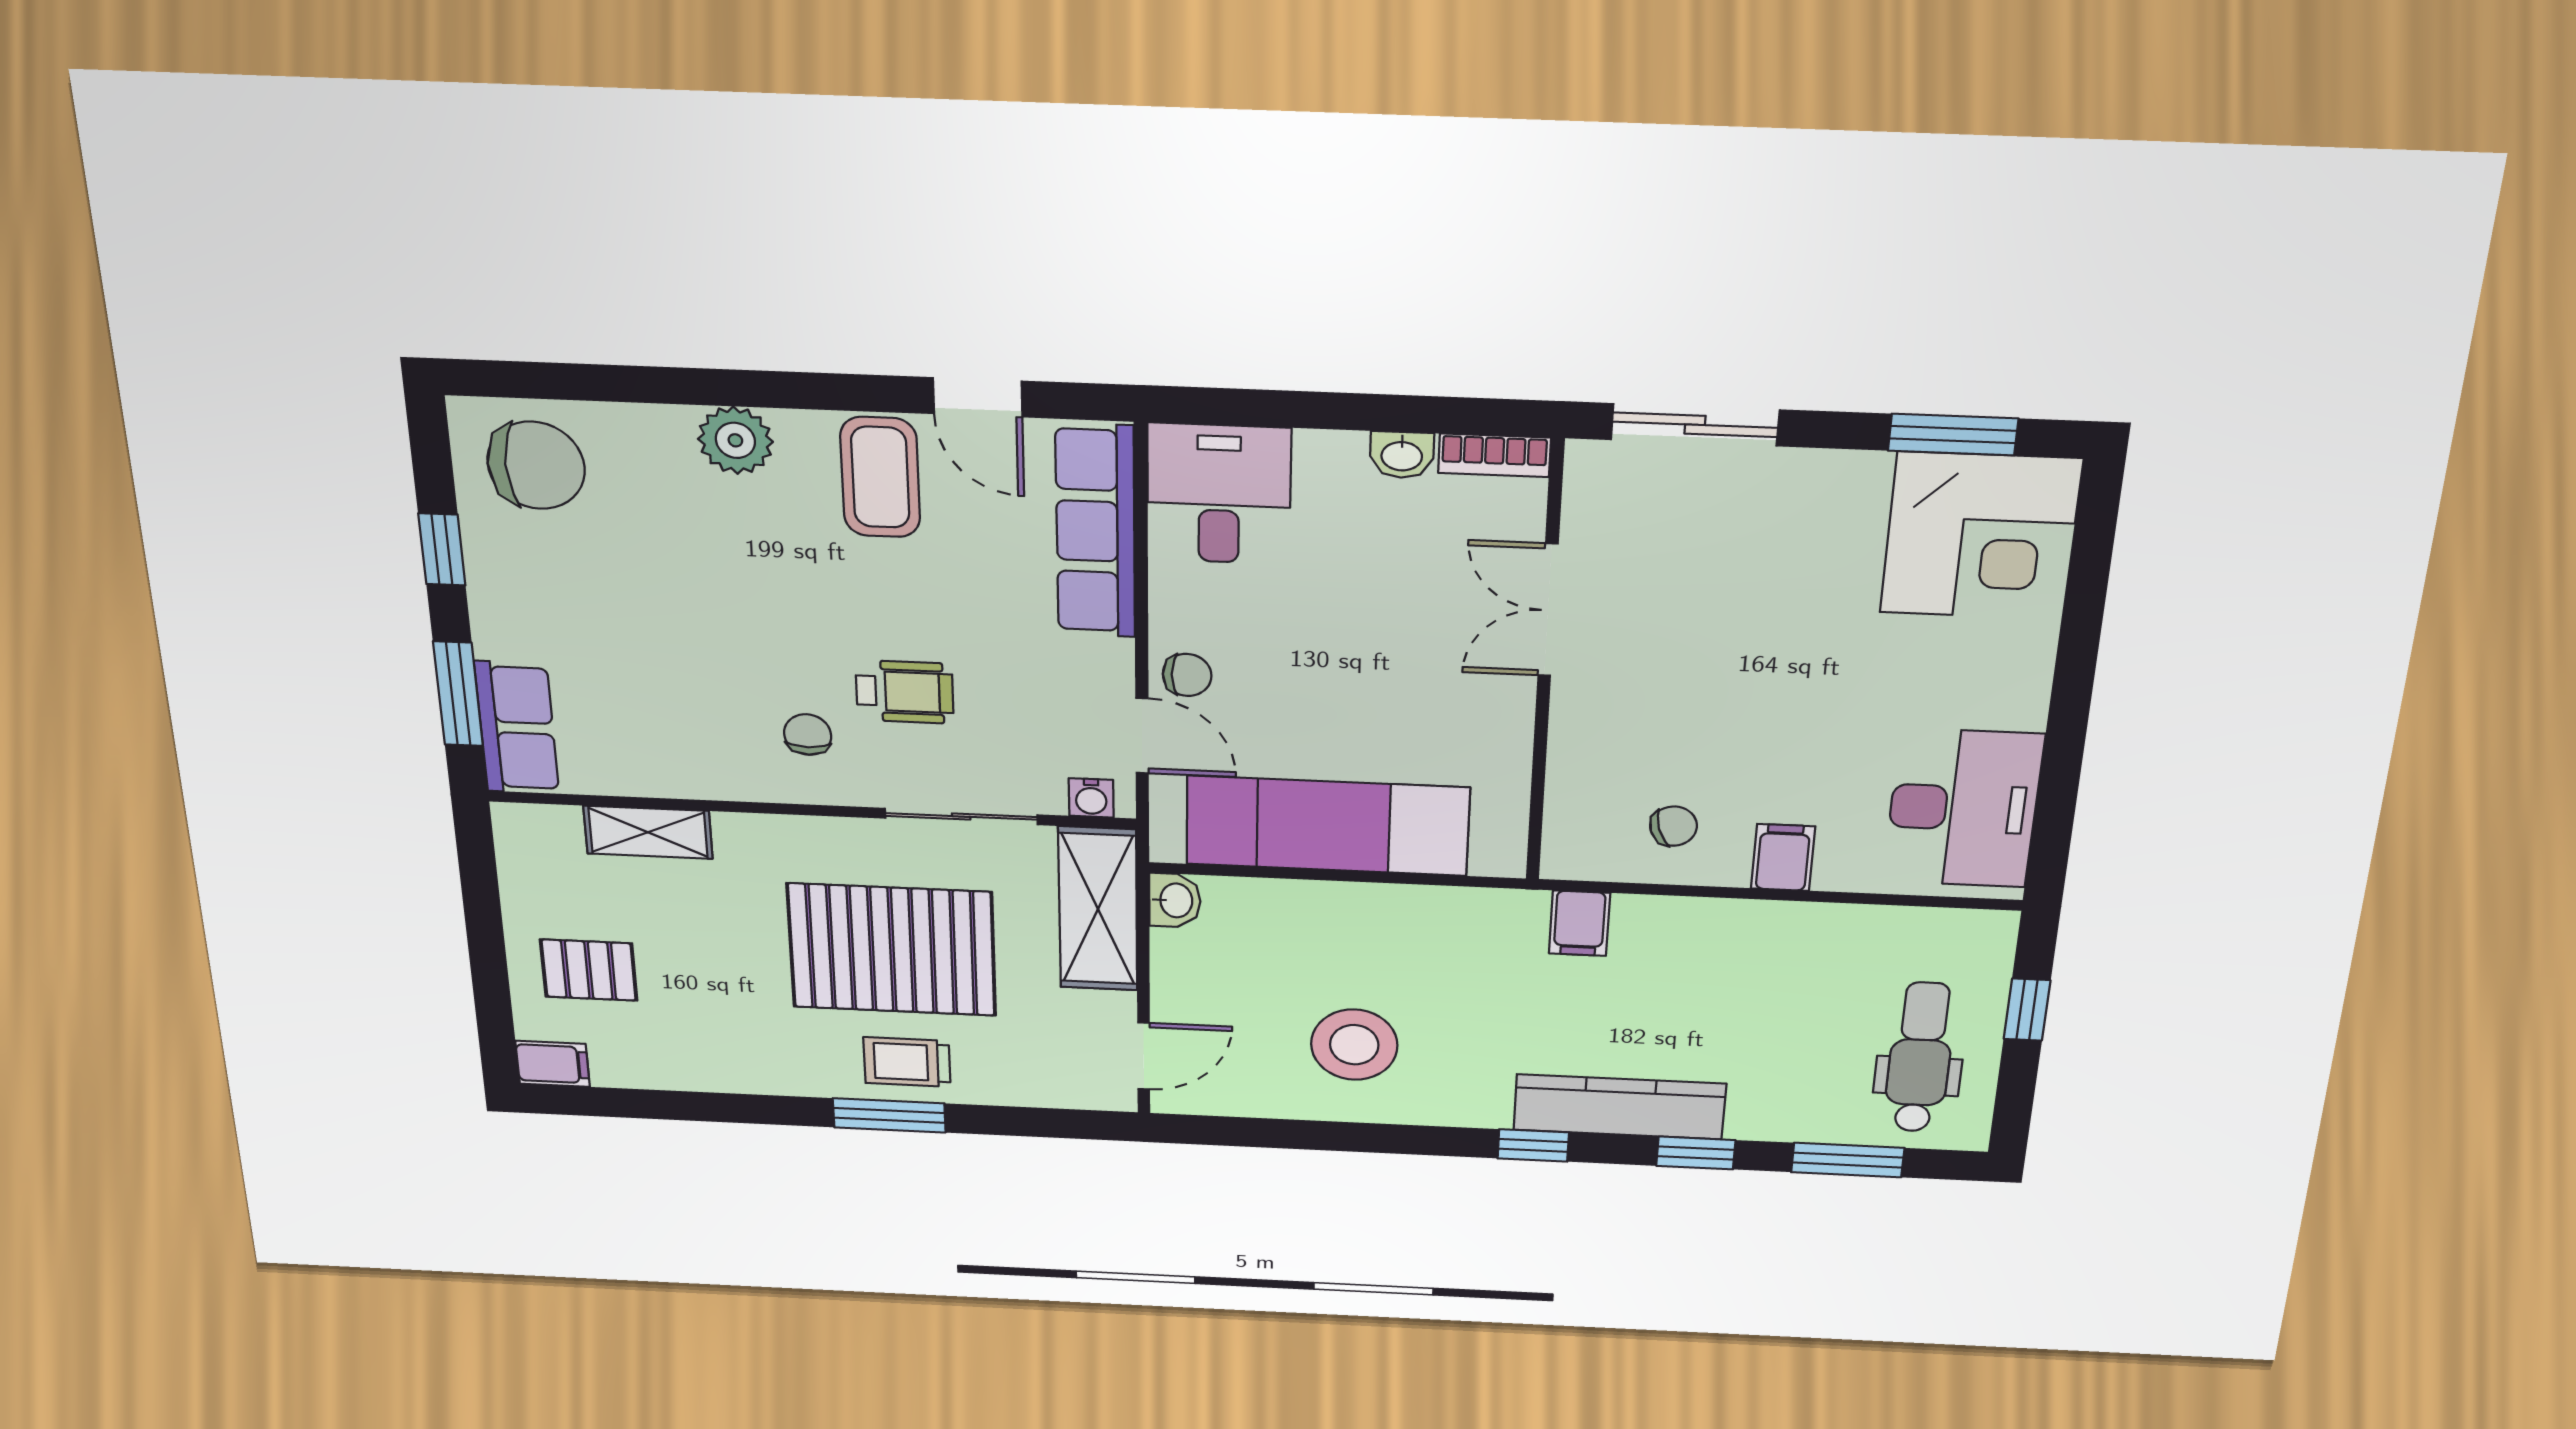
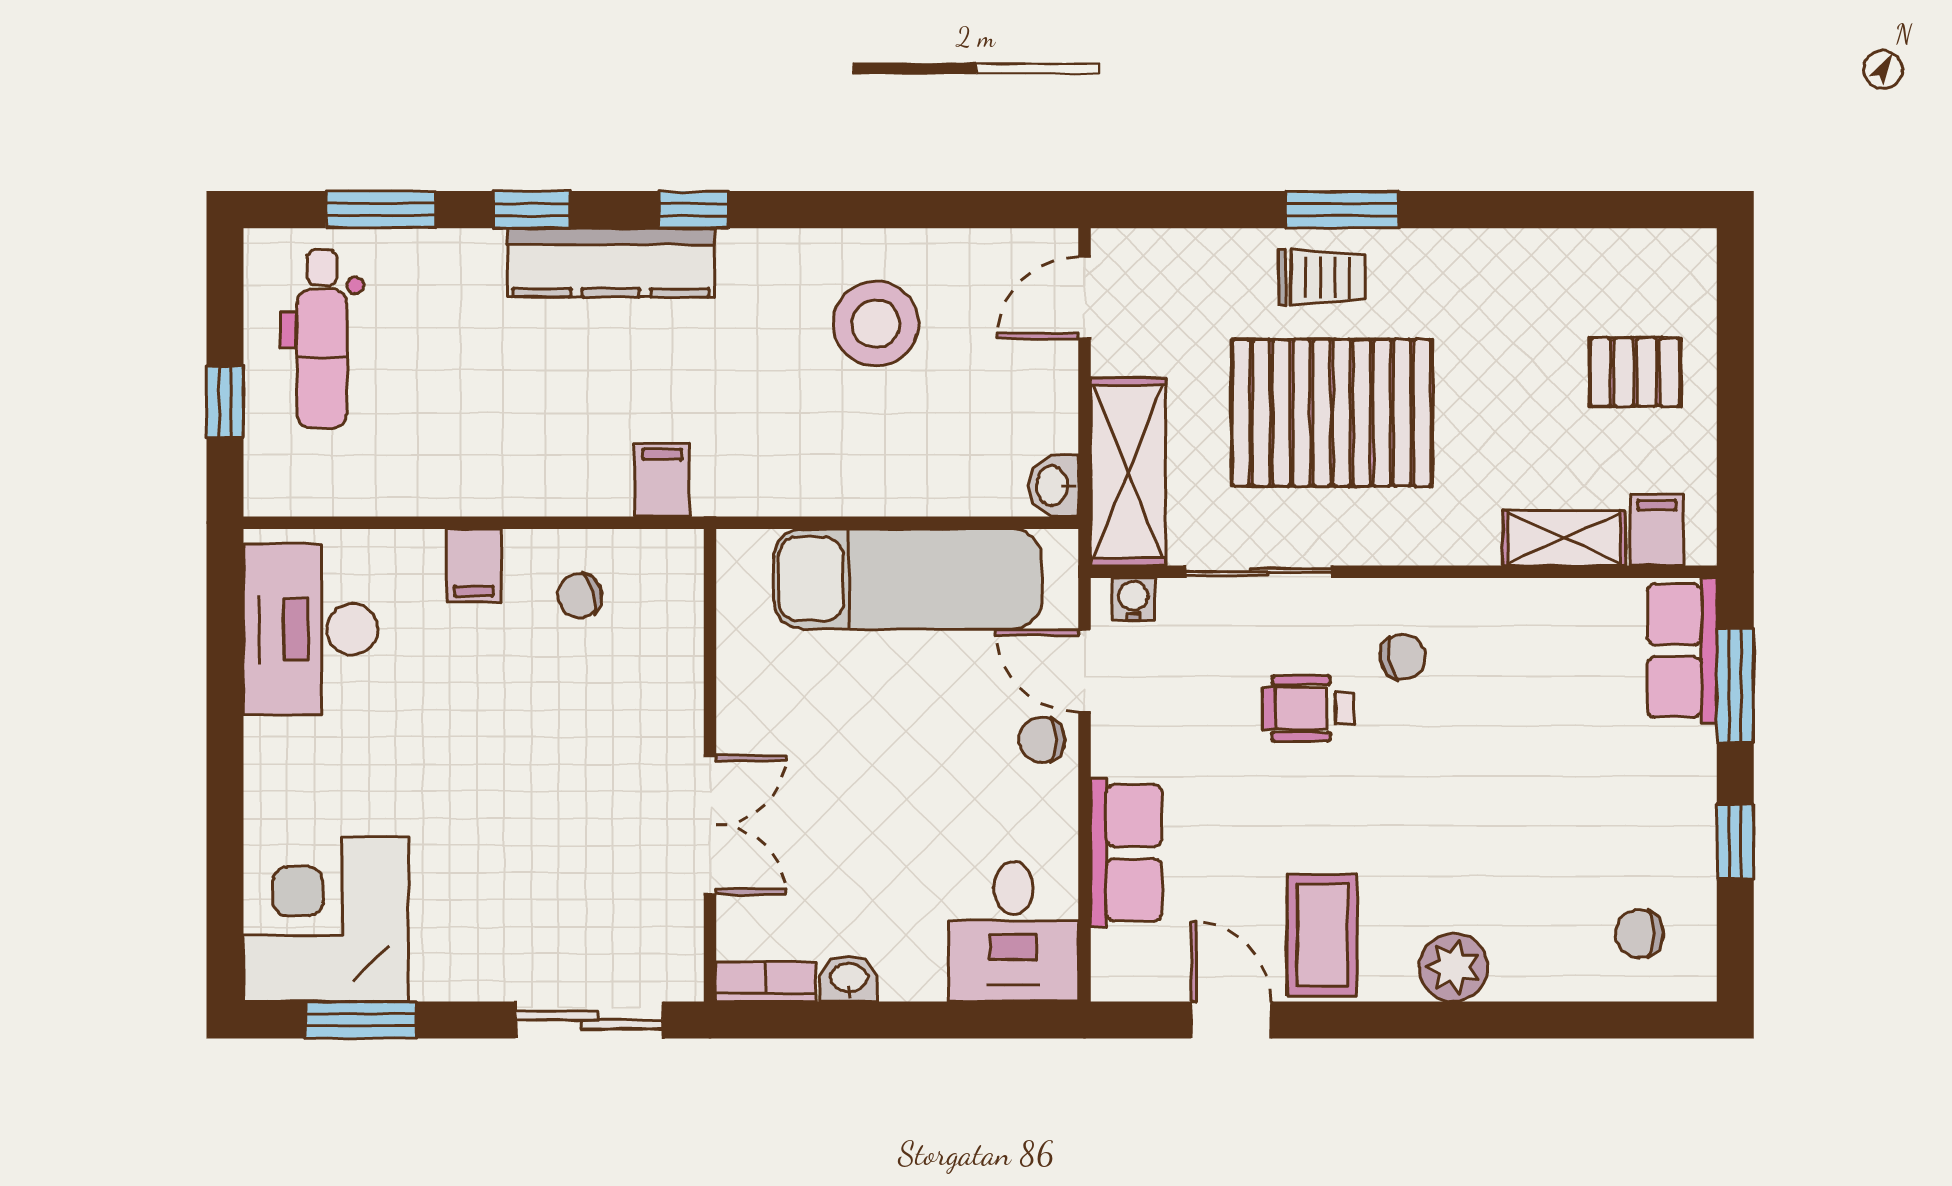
chair: (536, 465) -> (1639, 934), width x0.54, depth x0.54
row of seats: (1096, 531) -> (1126, 853), width x0.68
chair: (808, 735) -> (1403, 657), turned -100
filing cabinet: (553, 1064) -> (1657, 530), moved, turned 90

